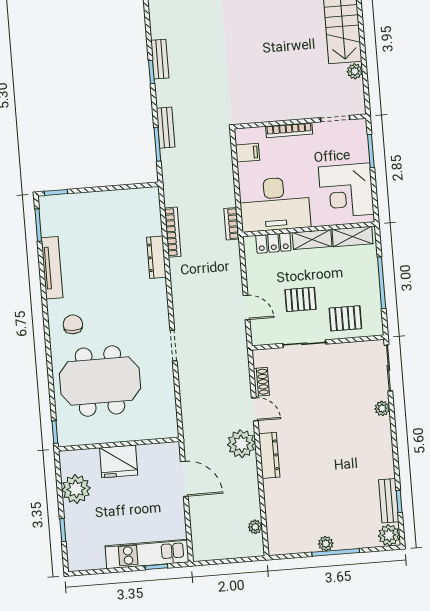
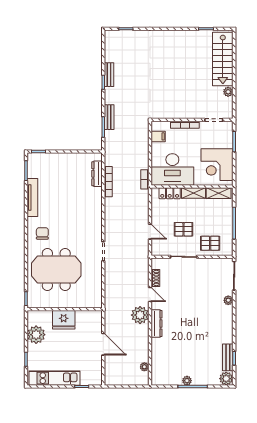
dresser: (156, 257) -> (97, 174), moved
door: (184, 479) -> (103, 344), moved
kitchen unit: (147, 554) -> (54, 378), moved

